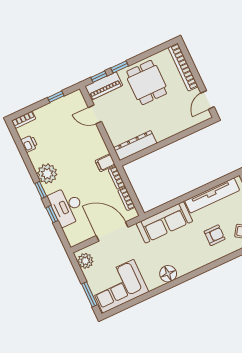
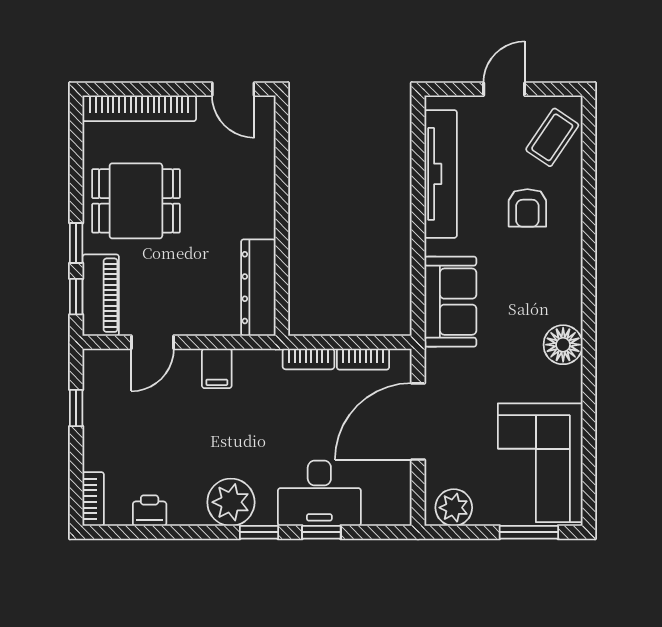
filing cabinet: (105, 163) -> (217, 368), moved
sofa: (164, 222) -> (450, 302), width x0.73
armchair: (215, 235) -> (527, 208), turned 180

